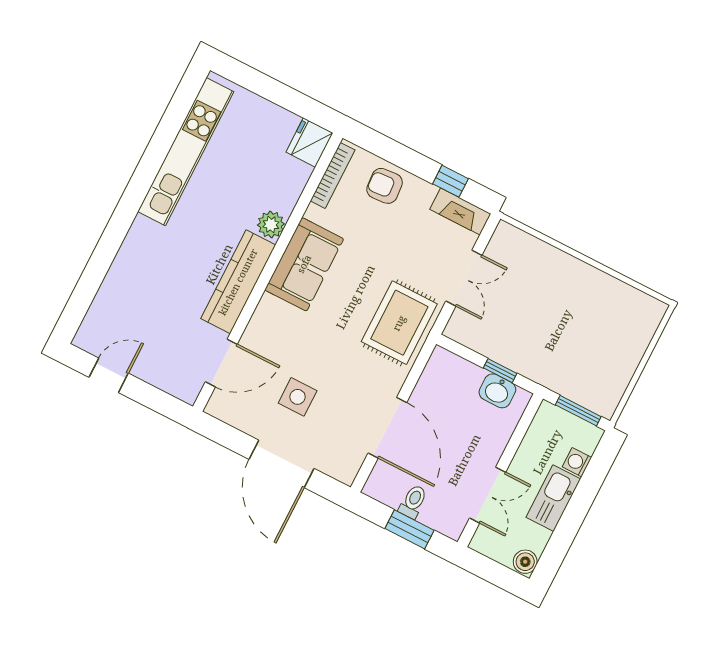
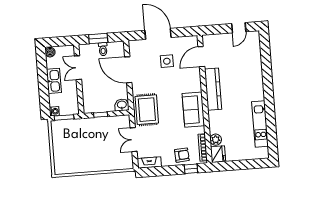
kitchen unit: (186, 152) -> (260, 124), width x0.73
window: (450, 181) -> (191, 169), moved
plant: (271, 225) -> (216, 140), moved
washbasin: (497, 391) -> (122, 105), moved
washing machine: (577, 462) -> (54, 111), moved

